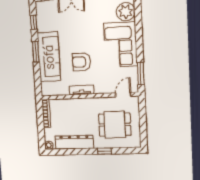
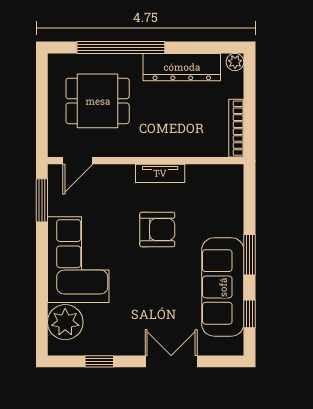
sofa: (49, 57) -> (223, 287), moved
window: (104, 151) -> (121, 47), width x3.17

